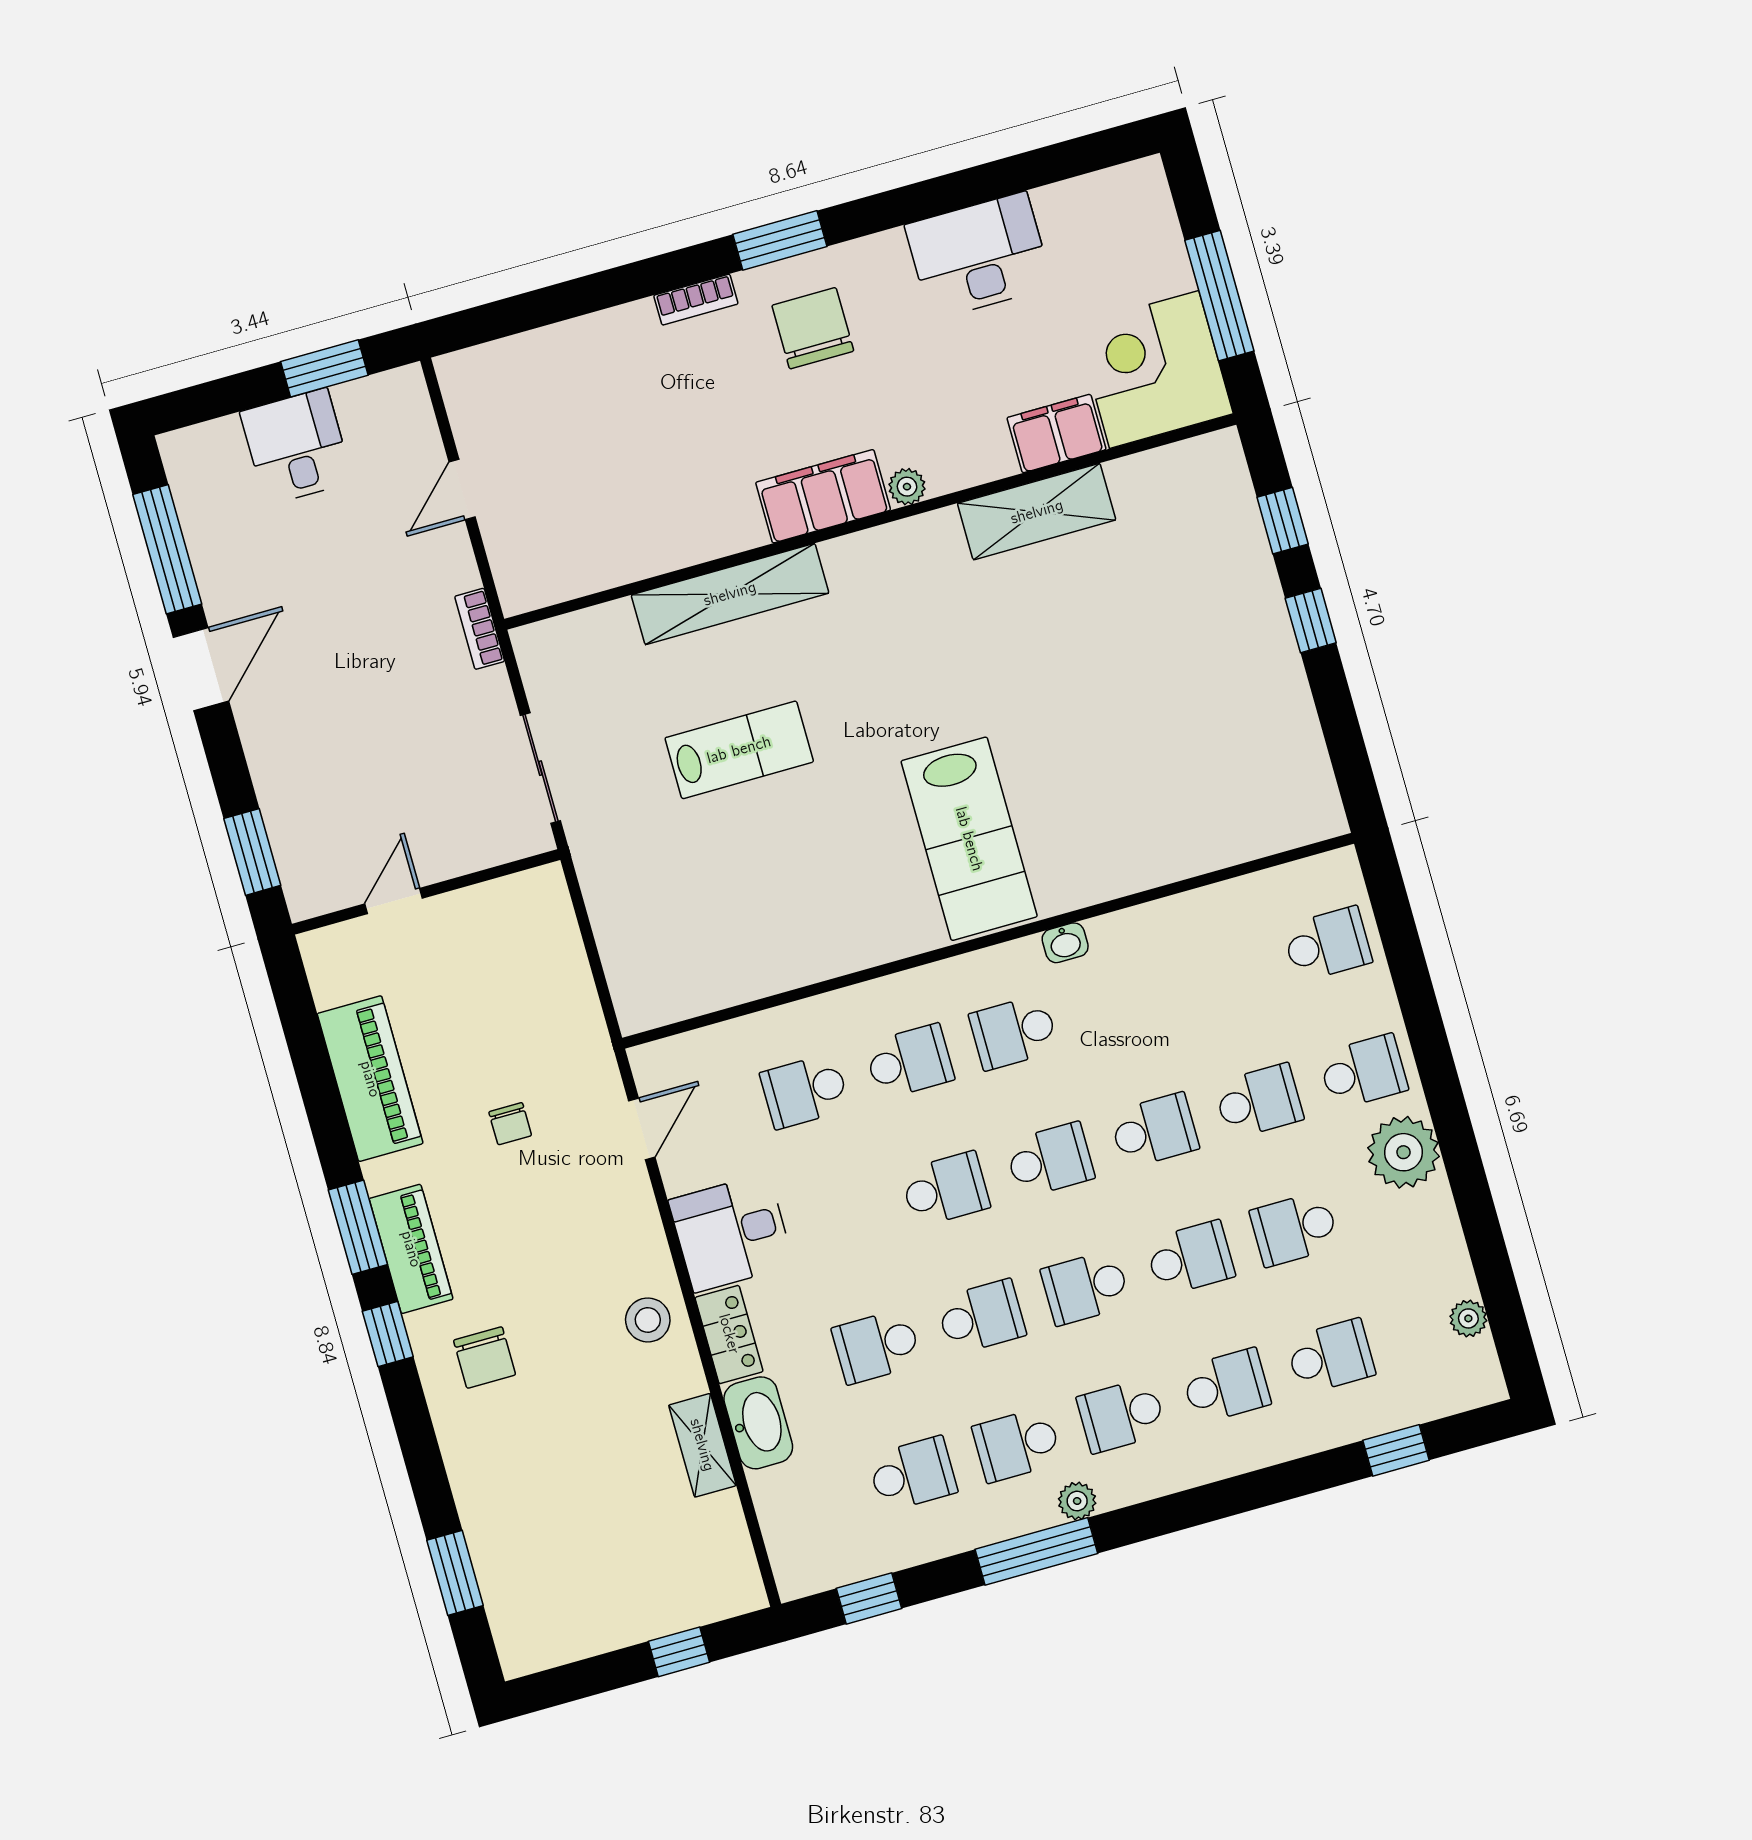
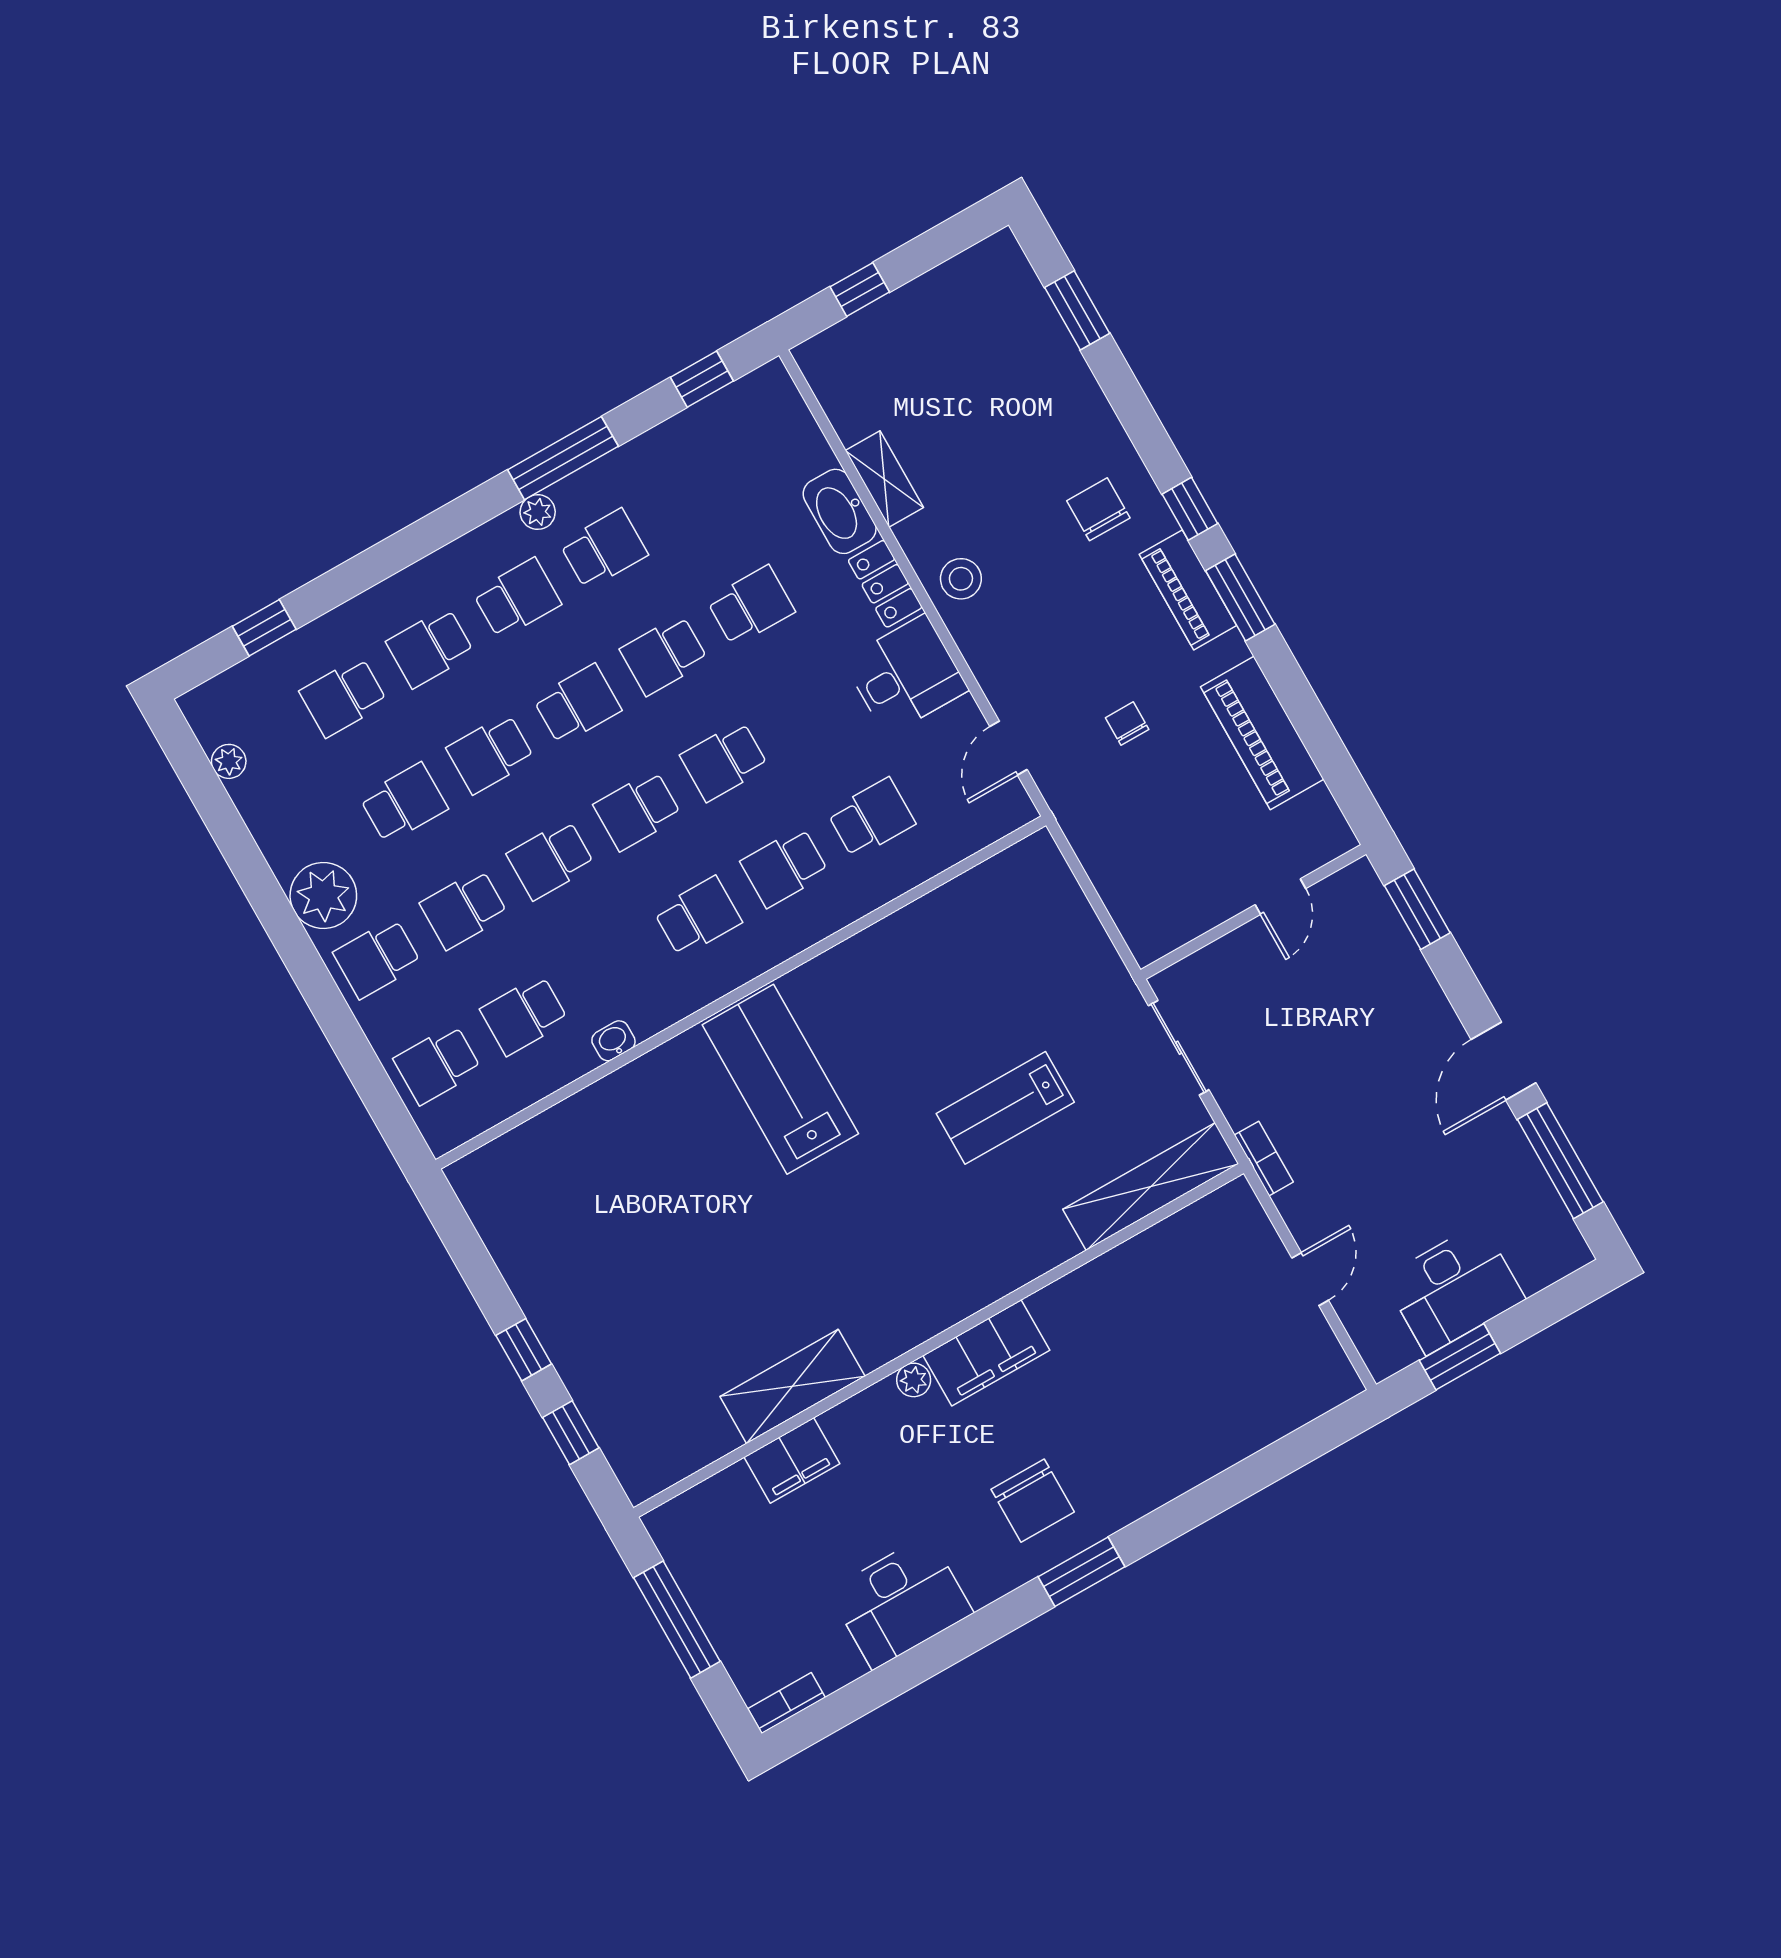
bookcase: (696, 300) -> (787, 1703), moved
corner desk: (1154, 369) -> (719, 1539), removed
desk: (296, 447) -> (1454, 1289), width x1.37
shelving: (730, 594) -> (1151, 1187), moved
washbasin: (1065, 943) -> (613, 1041), moved
school desk: (913, 1474) -> (524, 1015), moved

